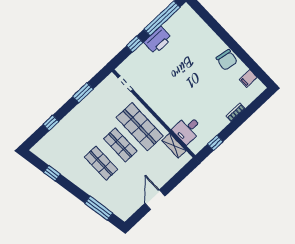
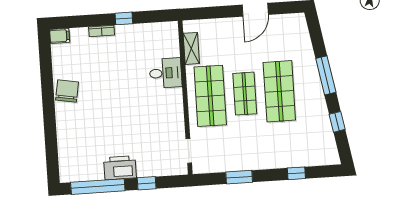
filing cabinet: (248, 78) -> (60, 36), moved
desk: (187, 129) -> (166, 73), moved
window: (215, 143) -> (124, 18), moved
shop shelf: (101, 163) -> (279, 91), width x1.43, depth x1.36
window: (99, 208) -> (326, 75), moved

